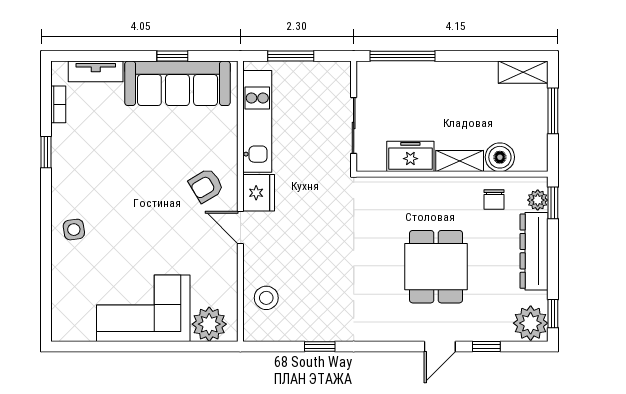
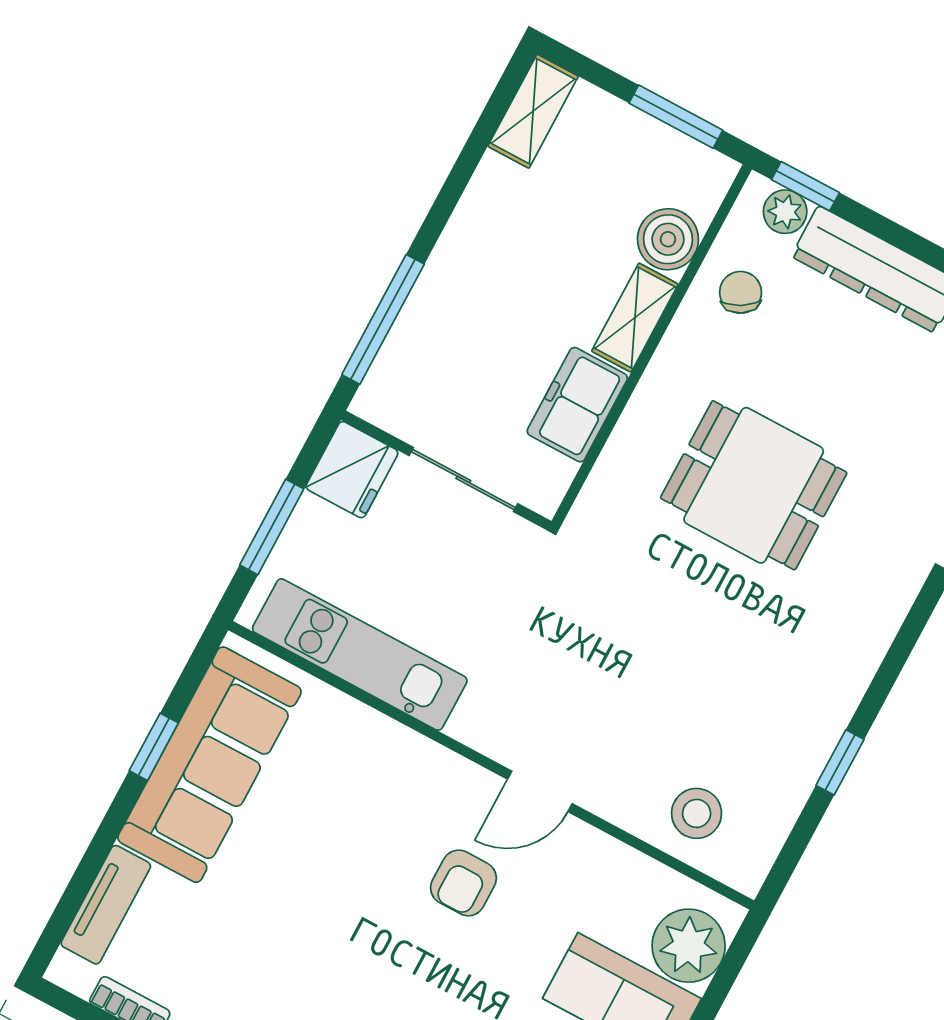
window: (553, 111) -> (676, 117), moved
armchair: (206, 185) -> (463, 883), moved, turned 31
fridge: (259, 193) -> (352, 470), moved, turned 90
chair: (494, 199) -> (741, 292), turned -120
dining table: (436, 267) -> (754, 485), moved

